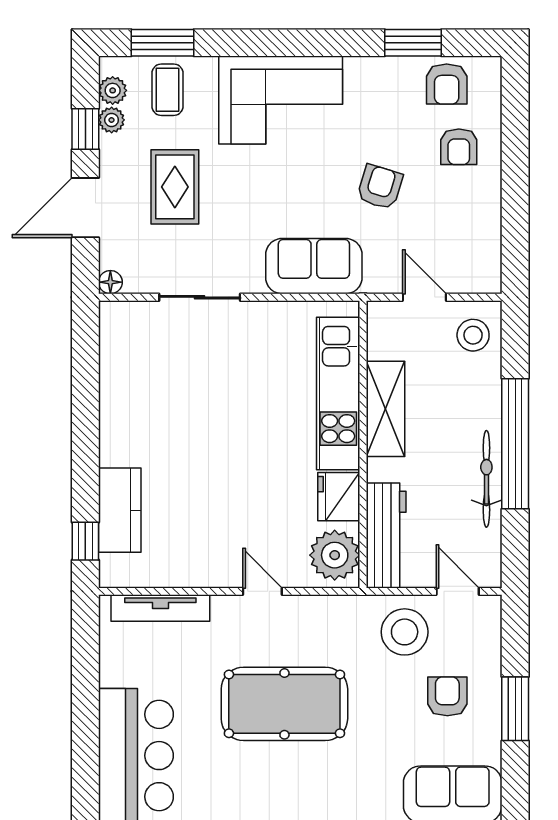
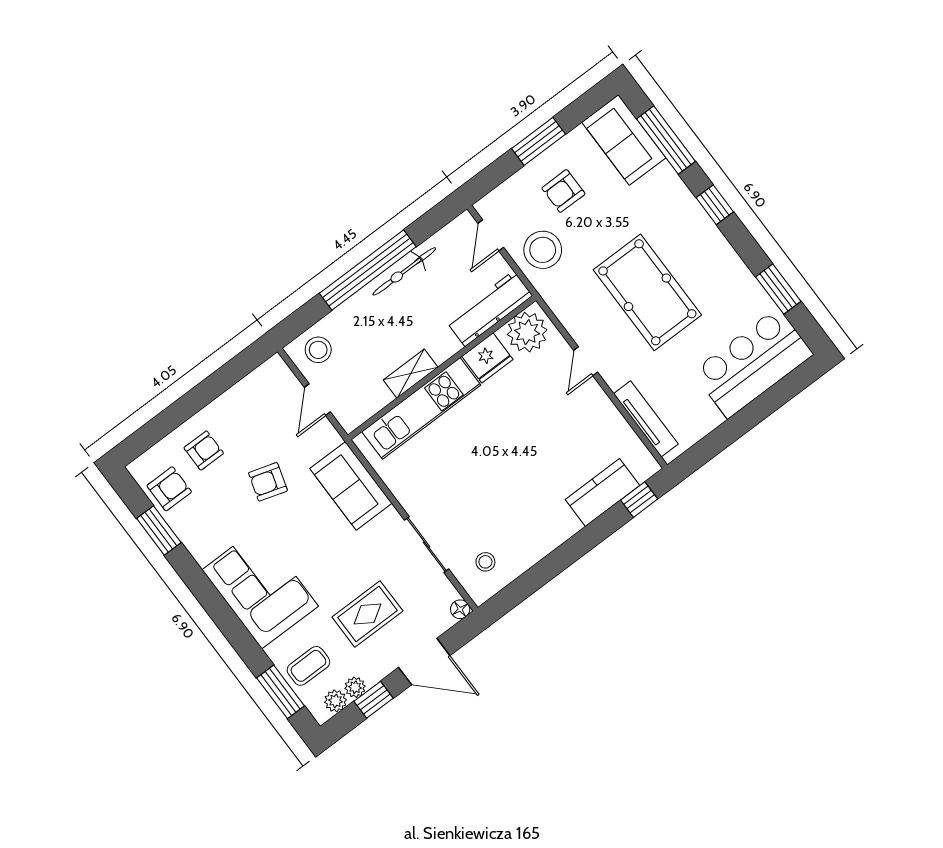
stool: (138, 343) -> (485, 562), added
shelving: (385, 409) -> (411, 374), width x0.67, depth x0.75

